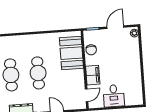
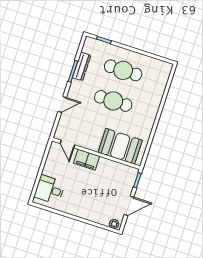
door: (115, 27) -> (129, 206), hinge flipped
chair: (91, 50) -> (115, 169), removed
desk: (114, 96) -> (50, 190), moved

